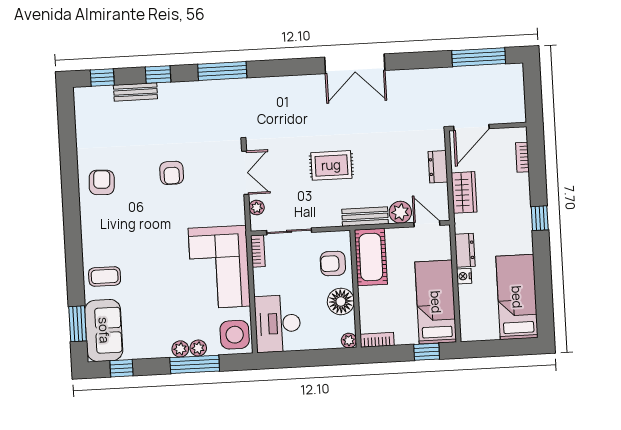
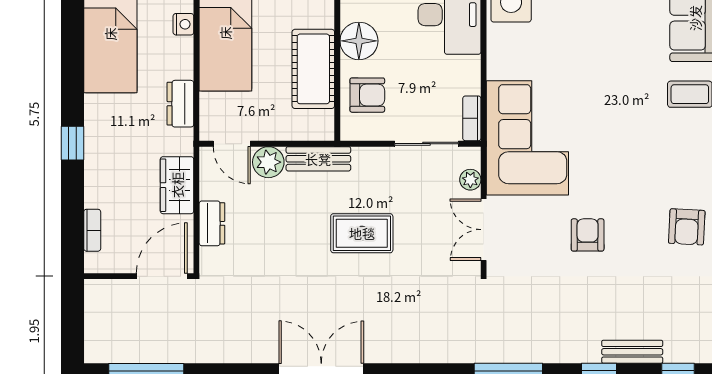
cot: (371, 257) -> (313, 69), moved
corner sofa: (219, 267) -> (527, 138), moved
nightstand: (464, 276) -> (183, 24), moved

